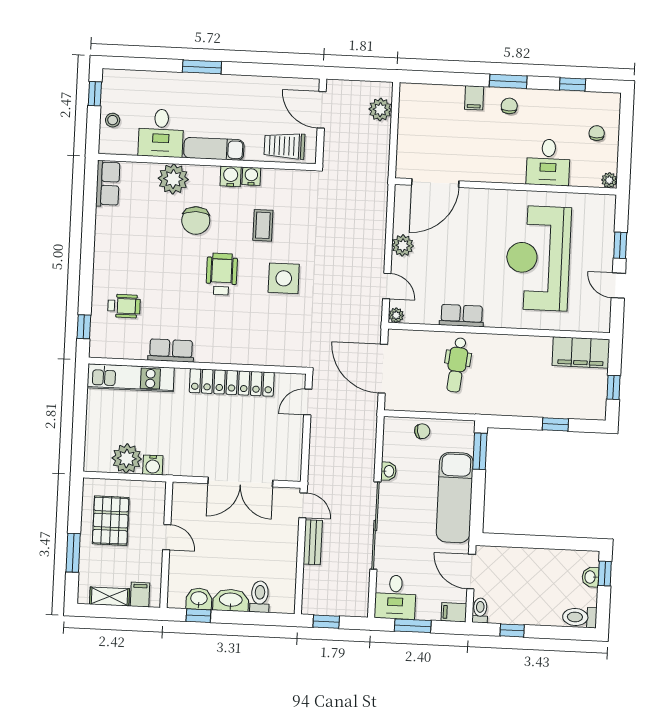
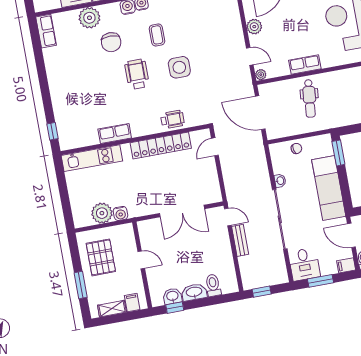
wheelchair: (124, 306) -> (172, 119), moved

